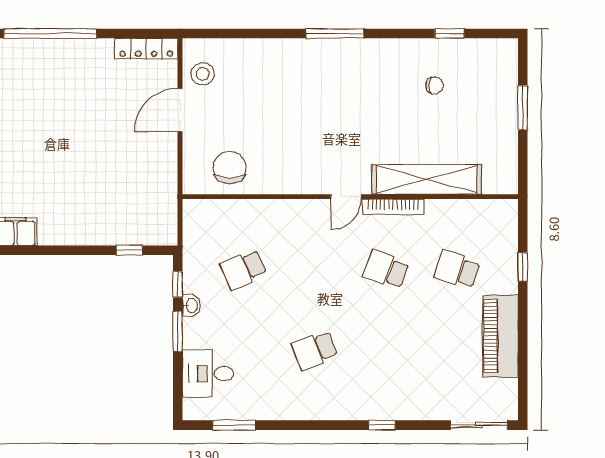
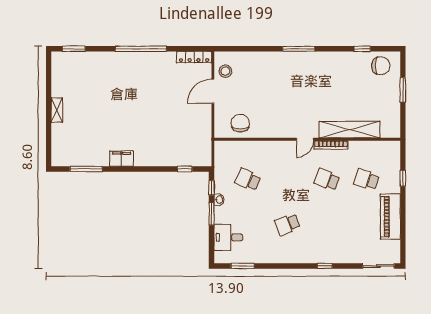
chair: (434, 85) -> (381, 66), moved, width x1.87, depth x1.87
school desk: (243, 269) -> (248, 180), turned 48

